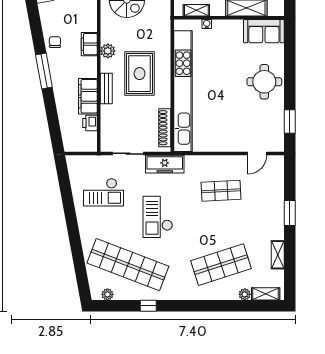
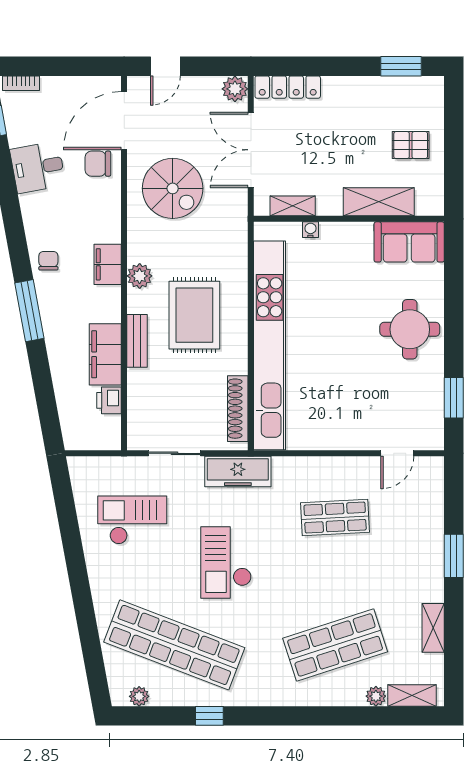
checkout: (104, 192) -> (132, 520), turned 180

